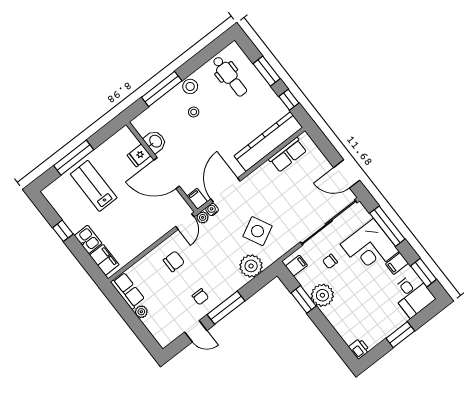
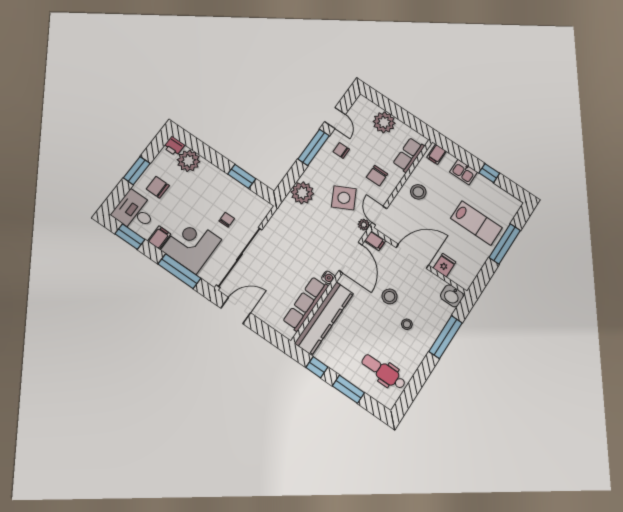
stool: (190, 86) -> (390, 296), moved
washbasin: (155, 141) -> (452, 296), moved
row of seats: (288, 155) -> (306, 304), width x1.48
water cooler: (212, 210) -> (328, 277), moved
side table: (257, 231) -> (344, 198), moved
stool: (139, 233) -> (418, 192), added
filing cabinet: (104, 260) -> (437, 154), width x0.50
filing cabinet: (296, 266) -> (259, 206), removed
row of seats: (128, 291) -> (409, 155), moved, turned 90
plant: (322, 295) -> (189, 161), moved
plant: (141, 312) -> (384, 122), width x1.87, depth x1.87
chair: (385, 312) -> (158, 187), added
door: (196, 331) -> (335, 118), swing flipped

